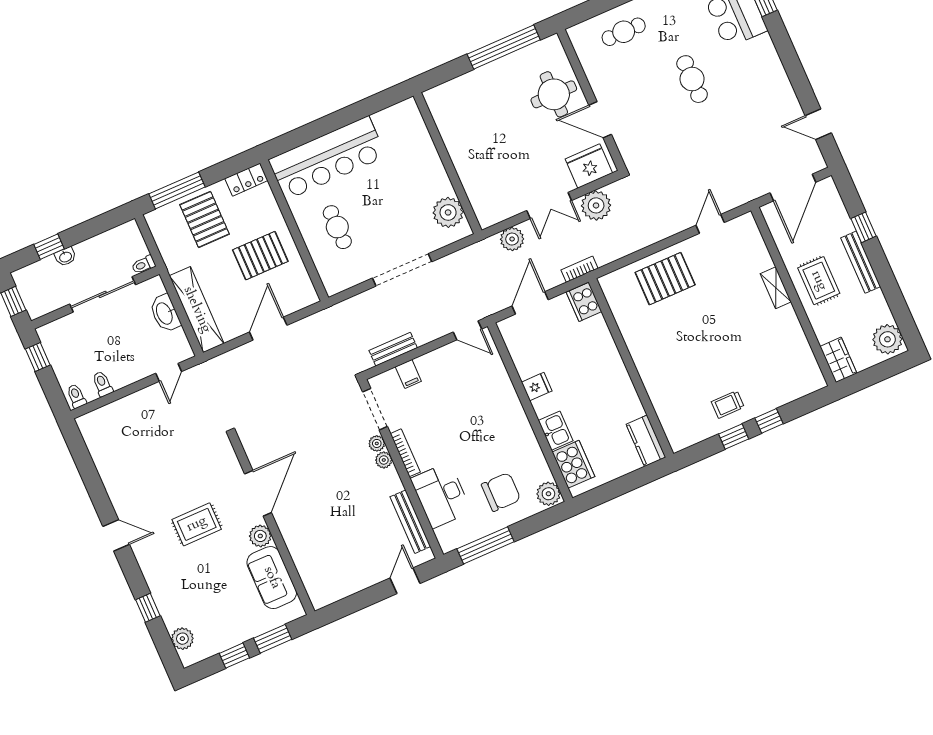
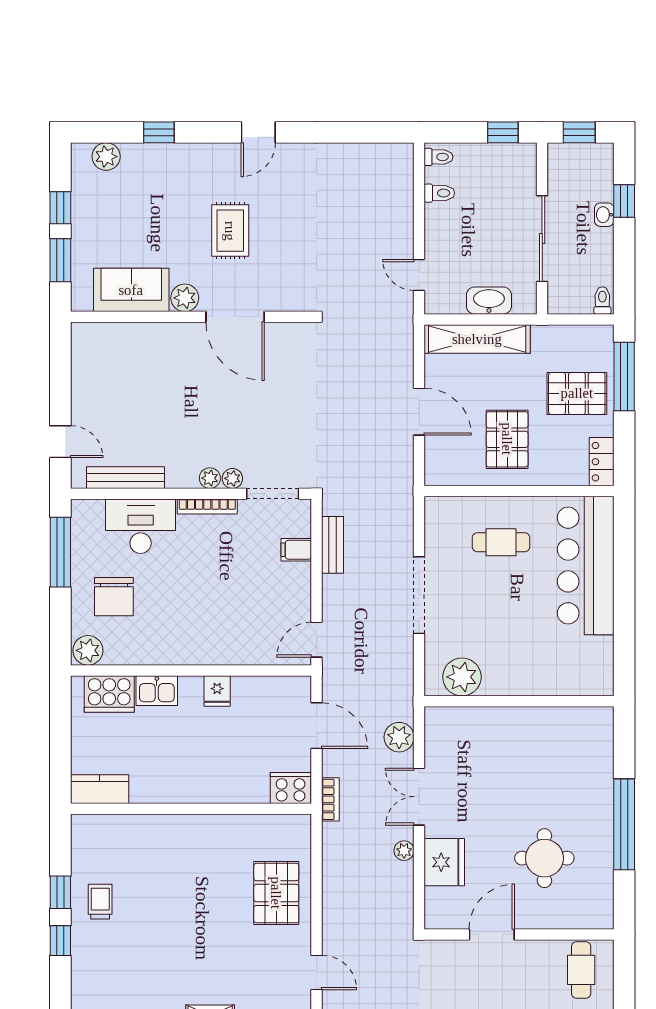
wall: (591, 100) -> (519, 934), moved
door: (600, 120) -> (492, 934), moved
plant: (596, 205) -> (404, 851), width x0.53, depth x0.53
toilet: (143, 265) -> (602, 300), moved

